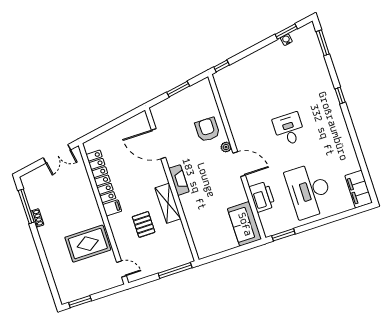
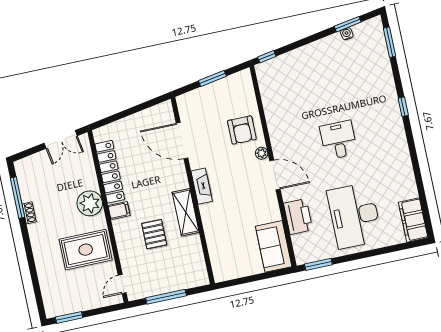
armchair: (207, 130) -> (242, 130), turned 180
plant: (87, 205) -> (90, 203), added
door: (121, 269) -> (122, 284), swing flipped
window: (175, 270) -> (166, 297), moved

